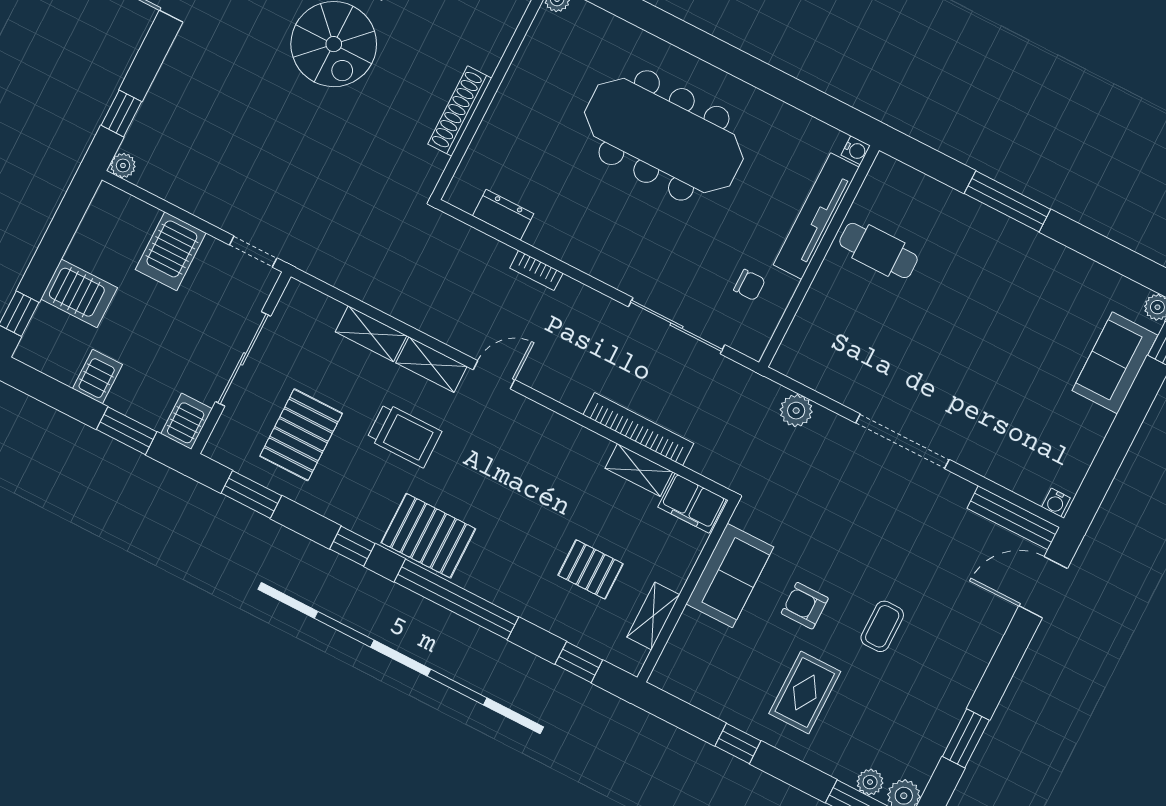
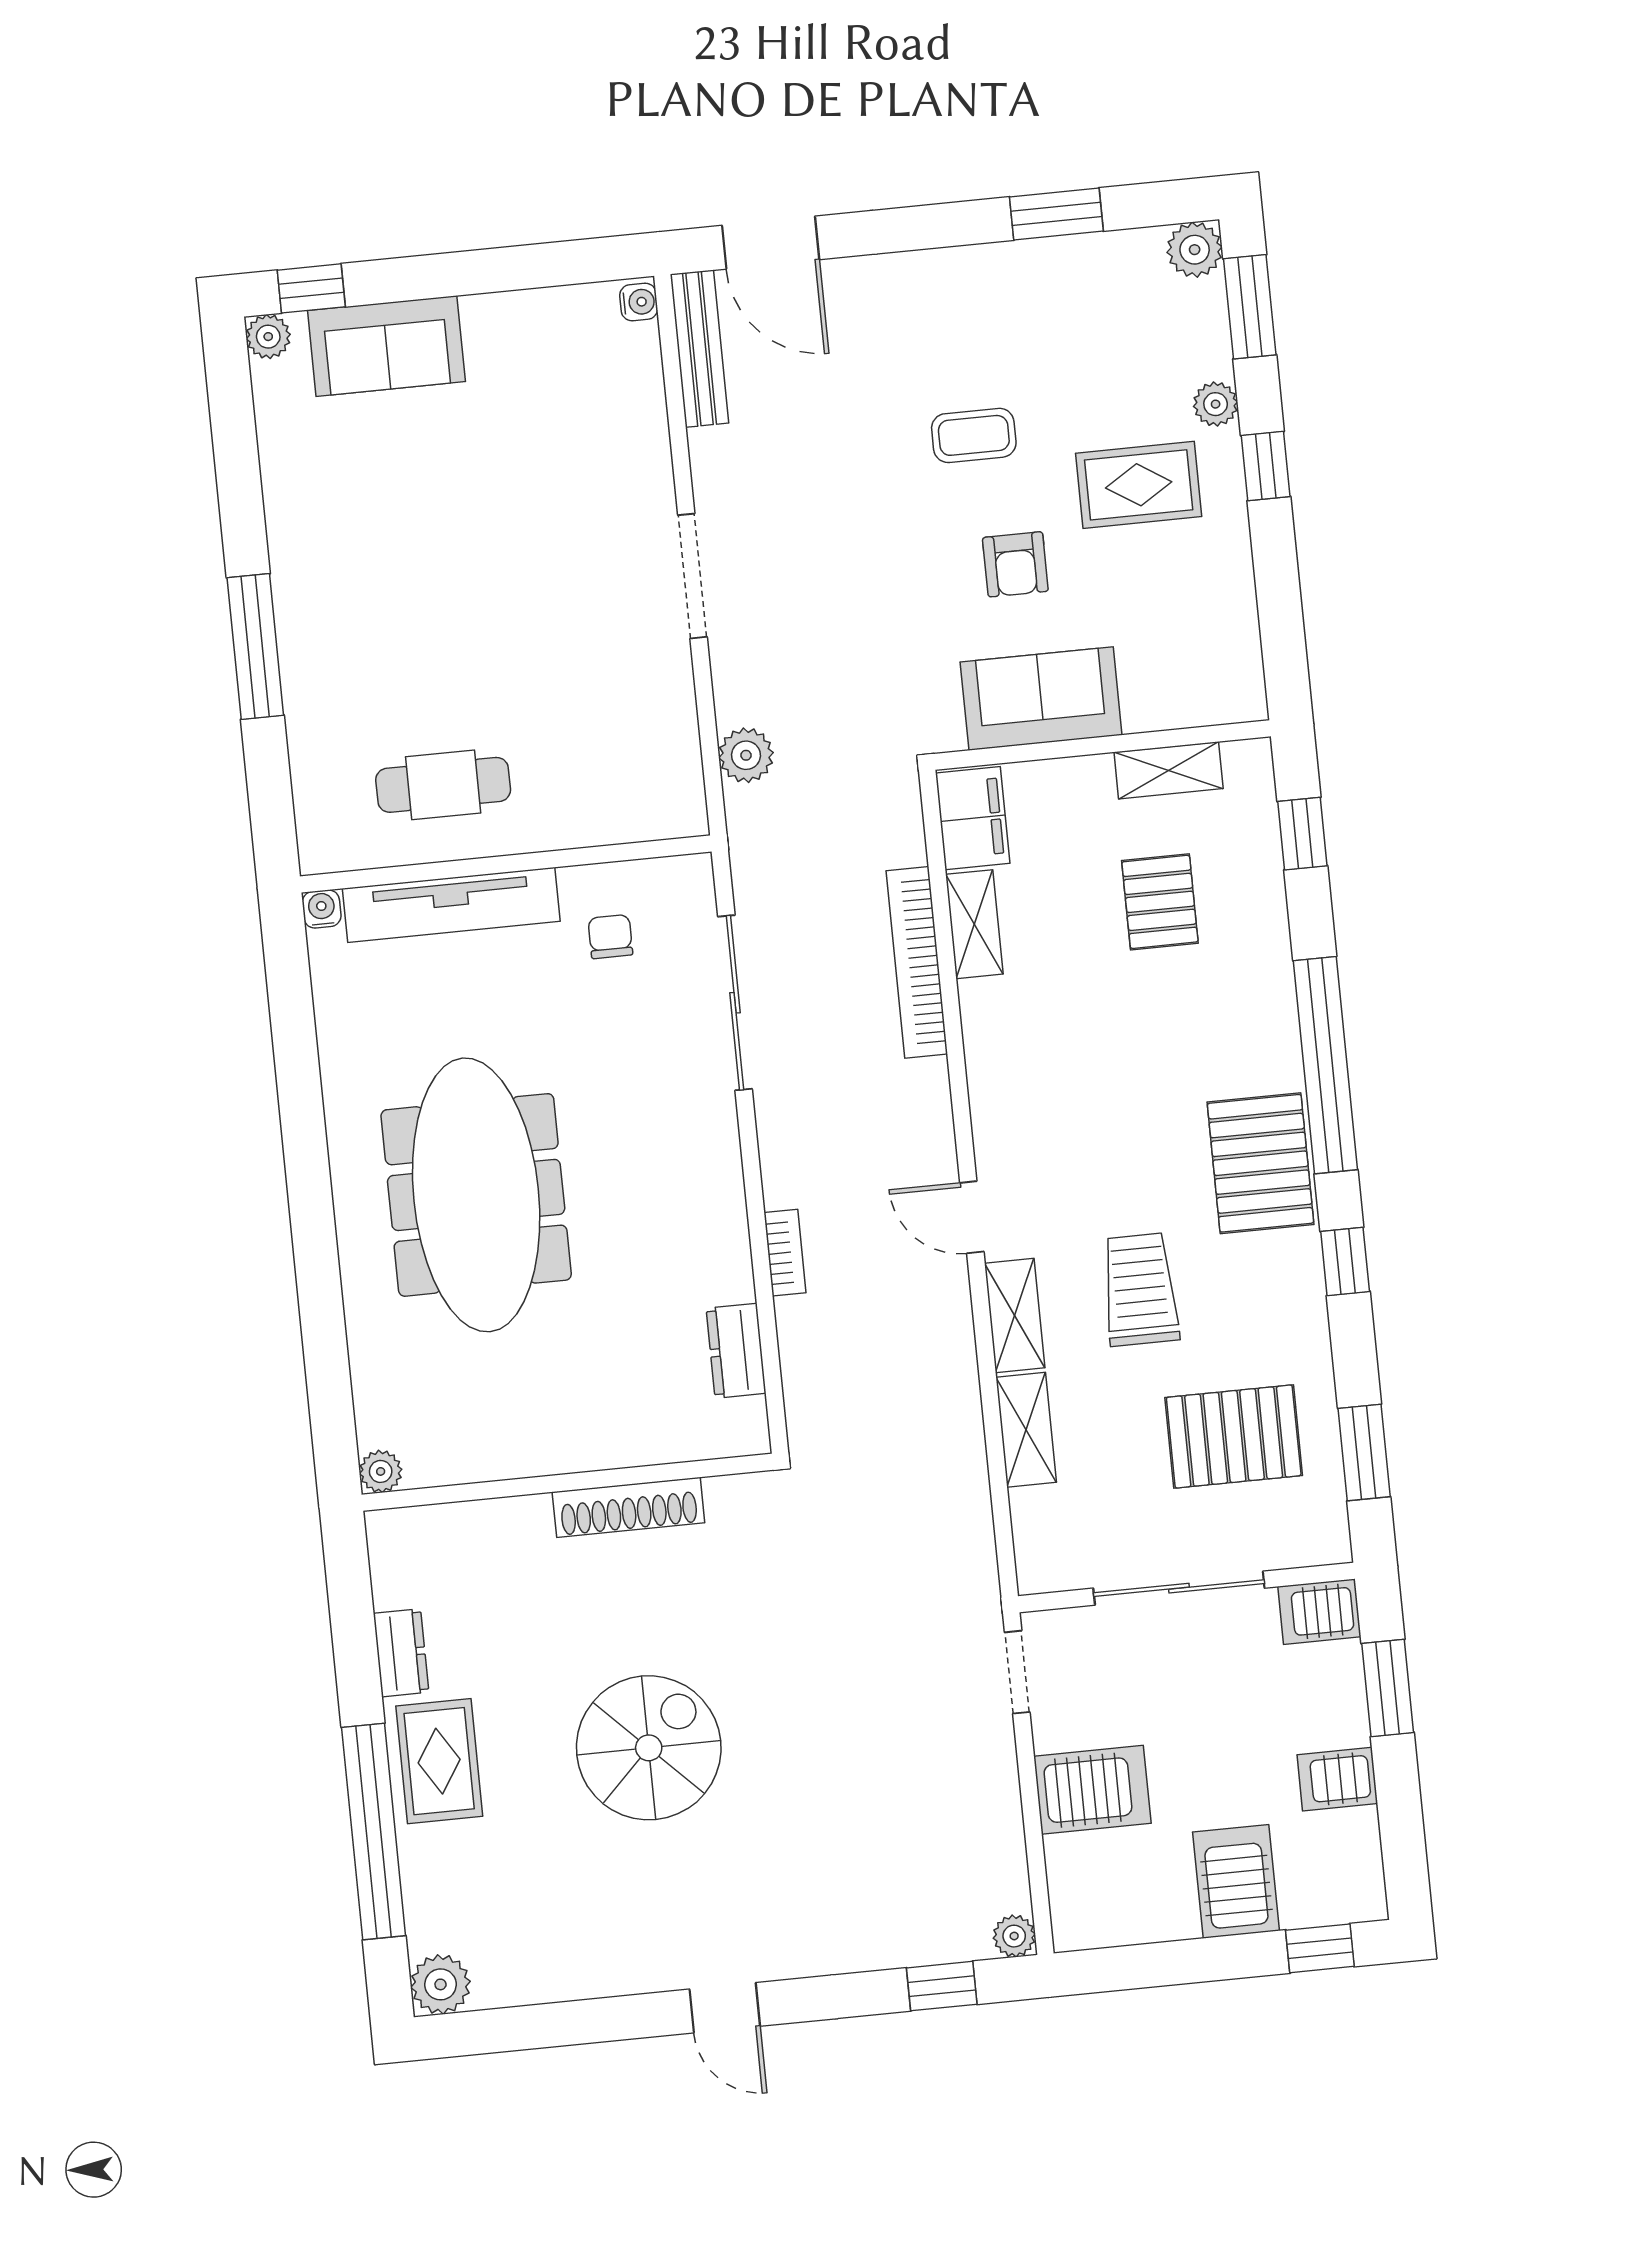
cafe table: (878, 250) -> (443, 785), turned 90
doorway: (902, 441) -> (692, 576), width x0.73
window: (738, 743) -> (1266, 466), moved
plant: (870, 782) -> (1216, 404), moved

